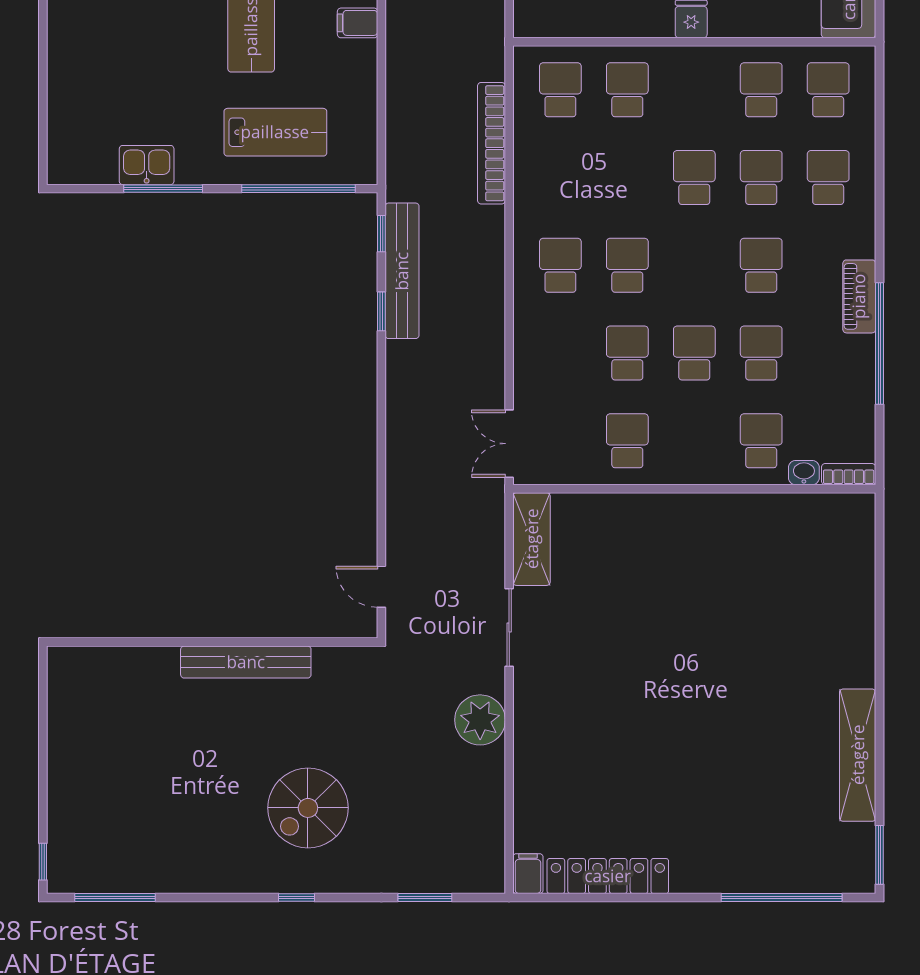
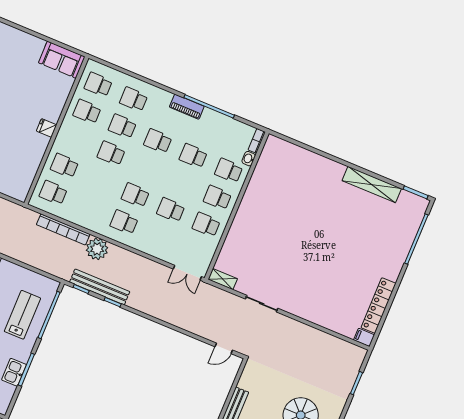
school desk: (694, 353) -> (217, 198), moved
shelving: (532, 539) -> (223, 279), width x0.67, depth x0.75
plant: (480, 720) -> (97, 249), moved

